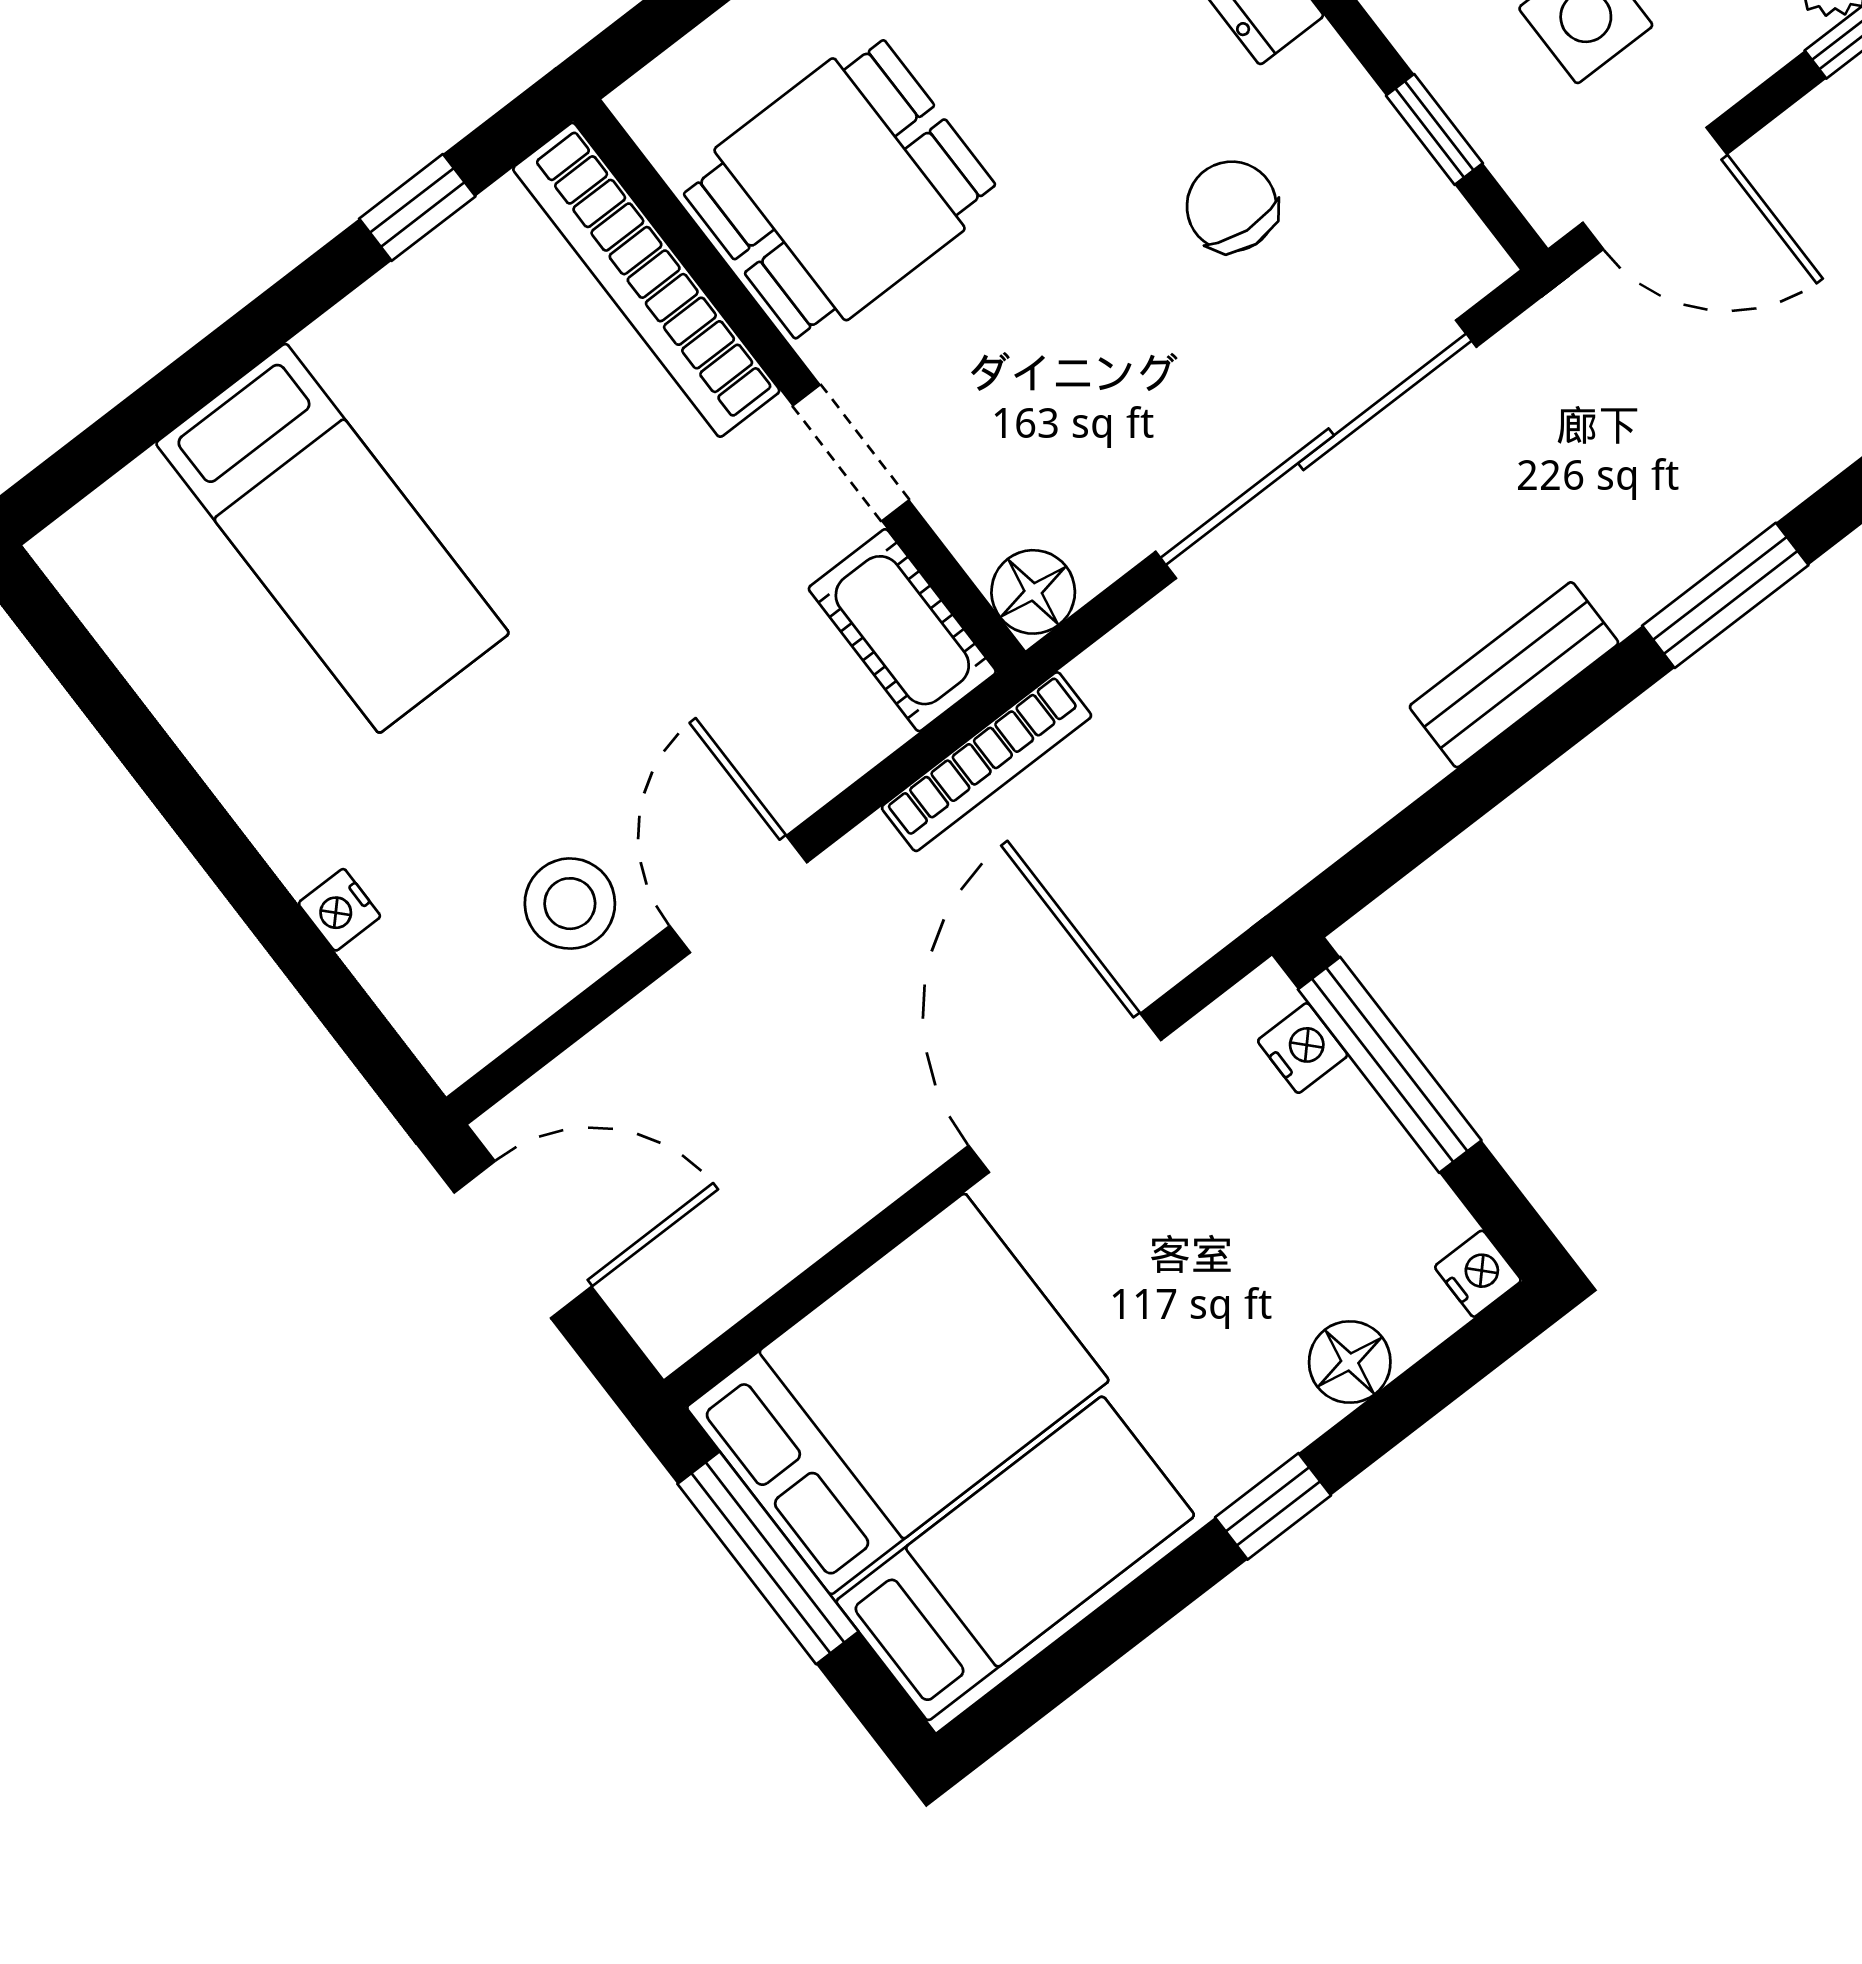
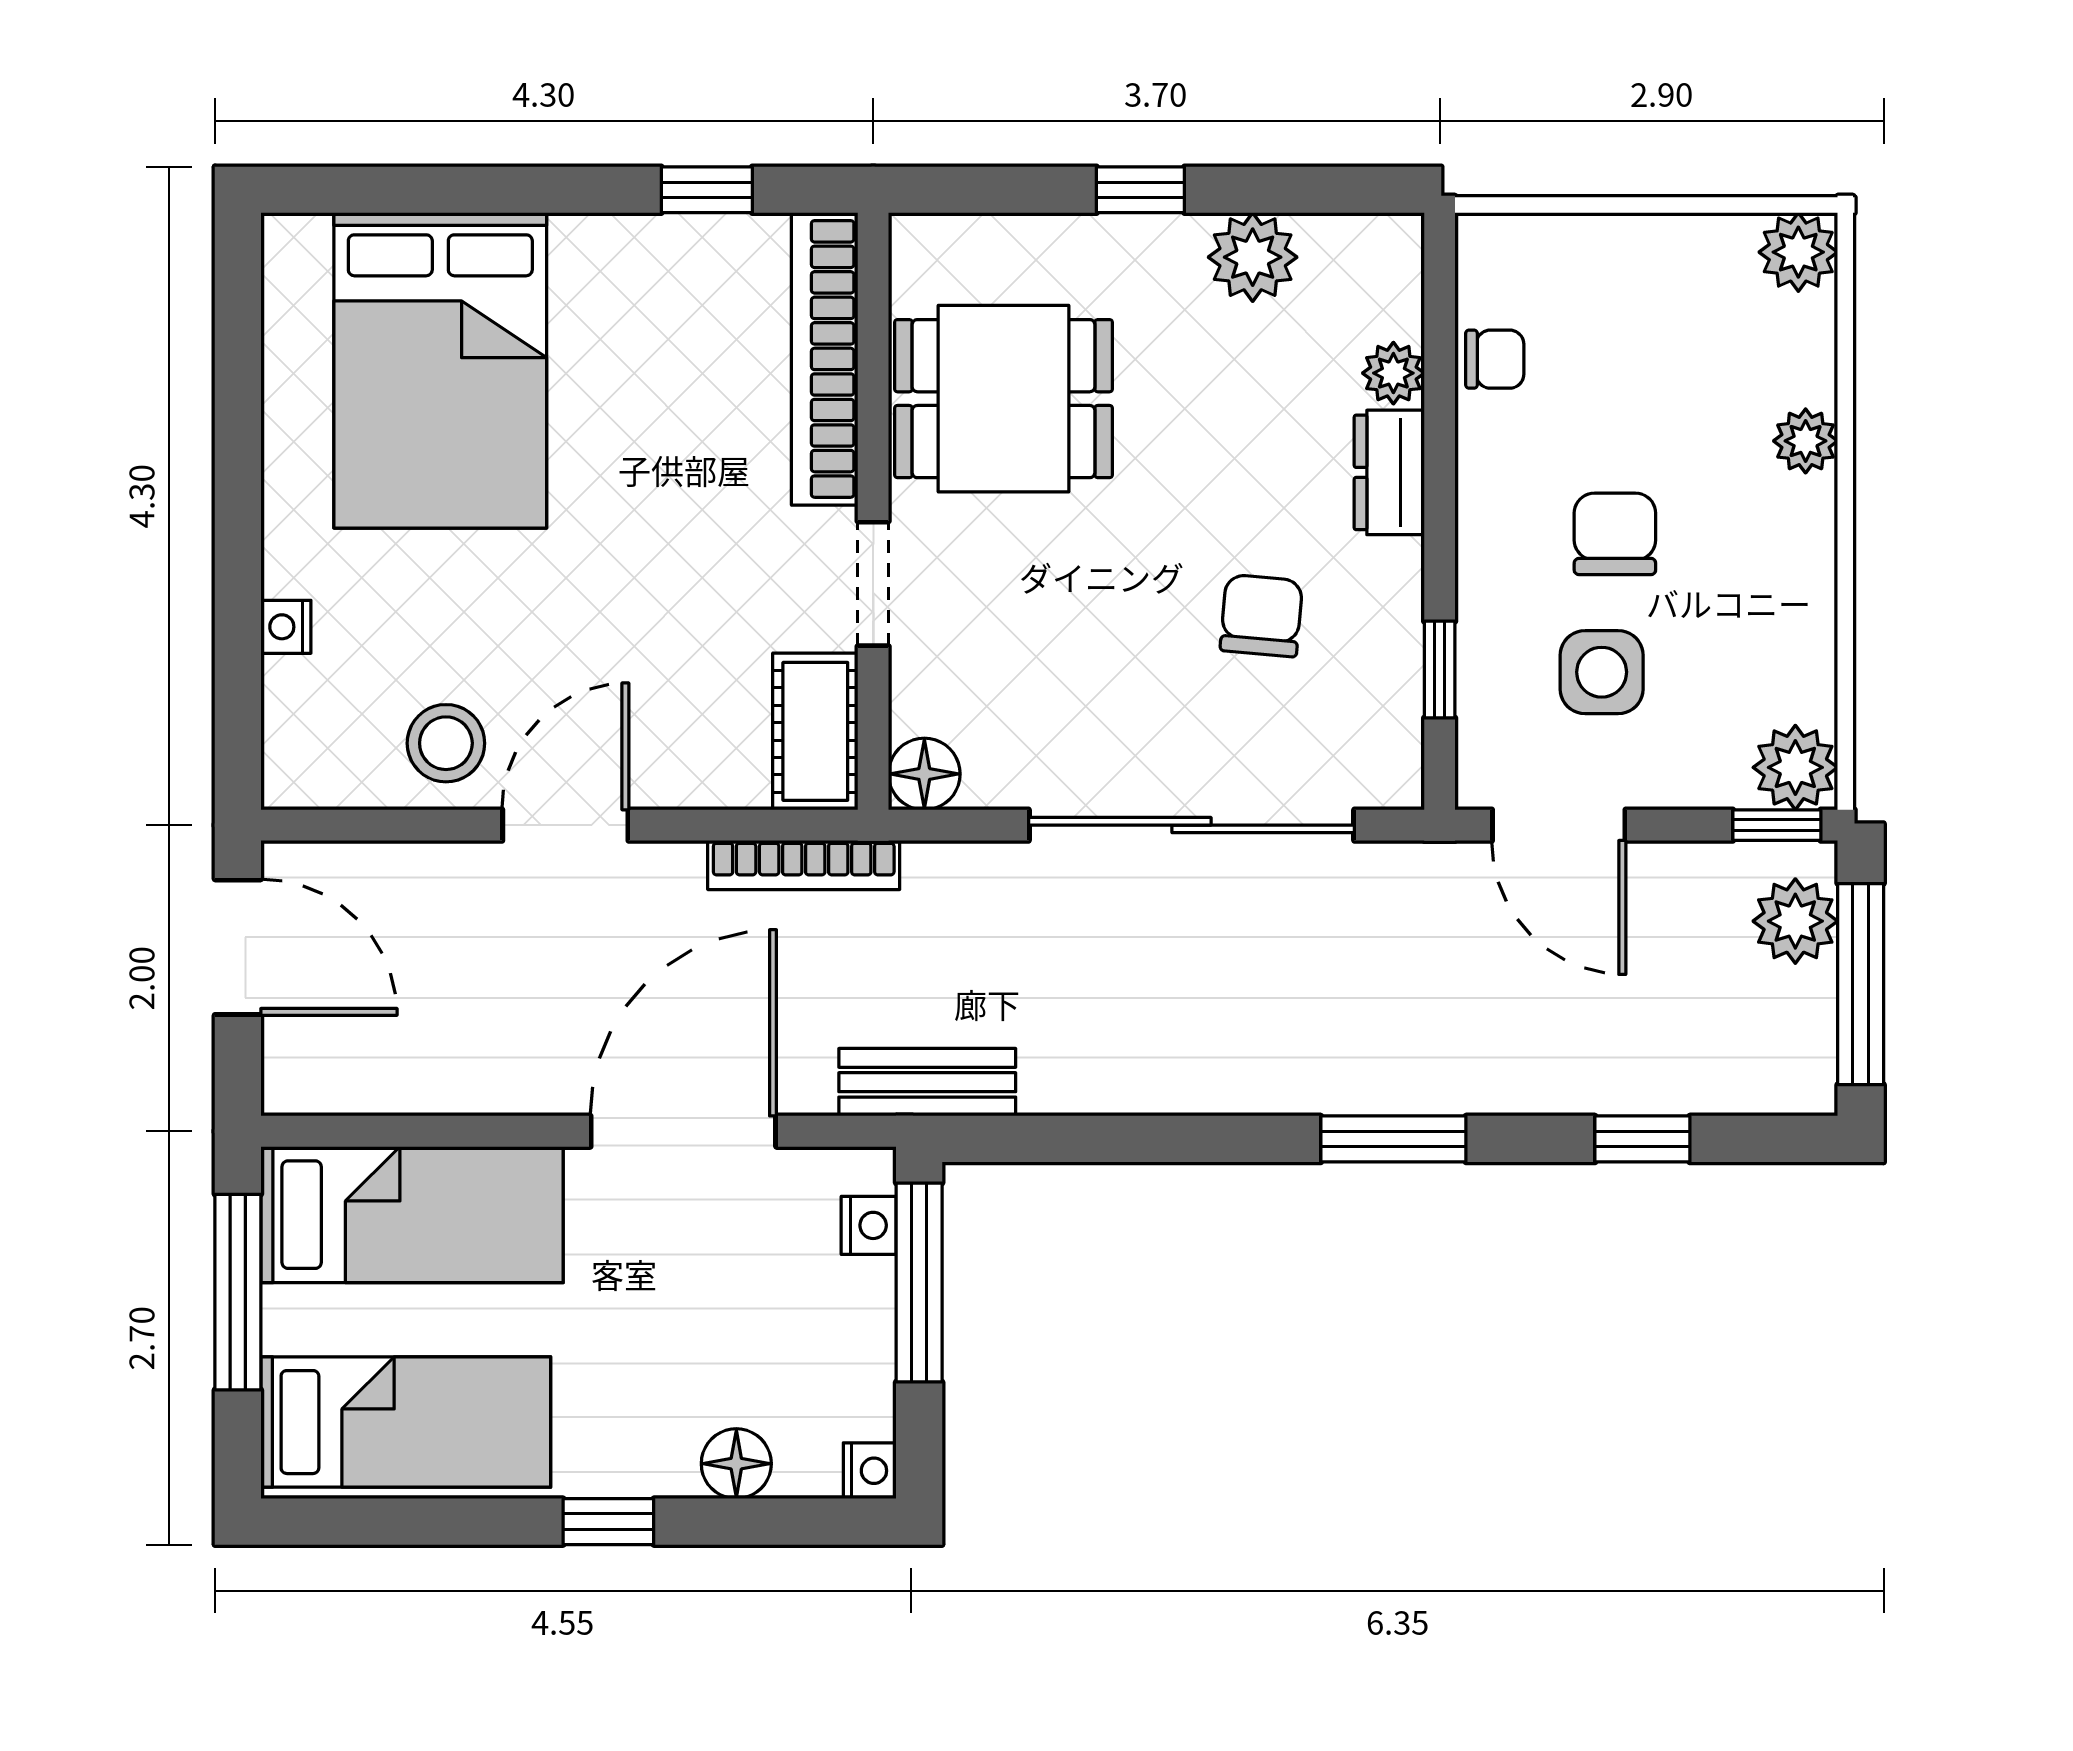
bed: (332, 538) -> (440, 370), width x1.50
bench: (1514, 675) -> (927, 1082), moved
bed: (898, 1394) -> (412, 1215), width x0.67

